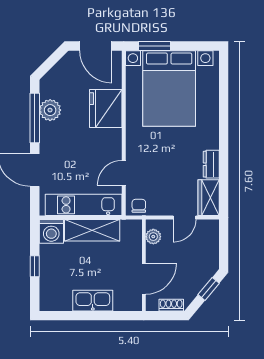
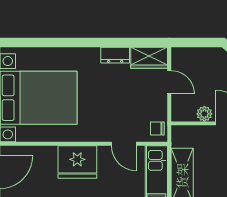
fridge: (106, 109) -> (77, 162), moved
plant: (153, 237) -> (204, 114), moved

